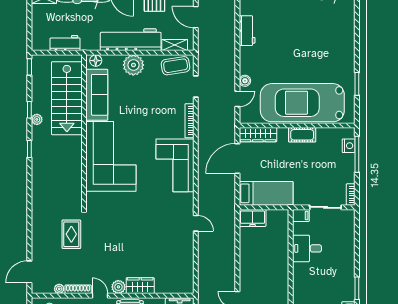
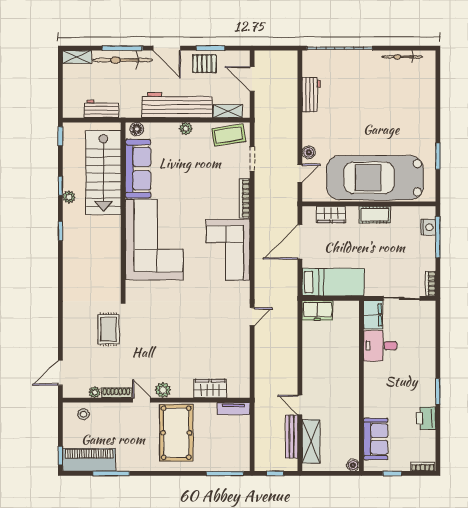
plant: (133, 65) -> (186, 129), width x0.53, depth x0.53
wardrobe: (258, 135) -> (331, 214), width x0.67
filing cabinet: (301, 215) -> (373, 315), width x2.00
door: (196, 223) -> (252, 317), hinge flipped
wardrobe: (140, 286) -> (210, 389), moved

